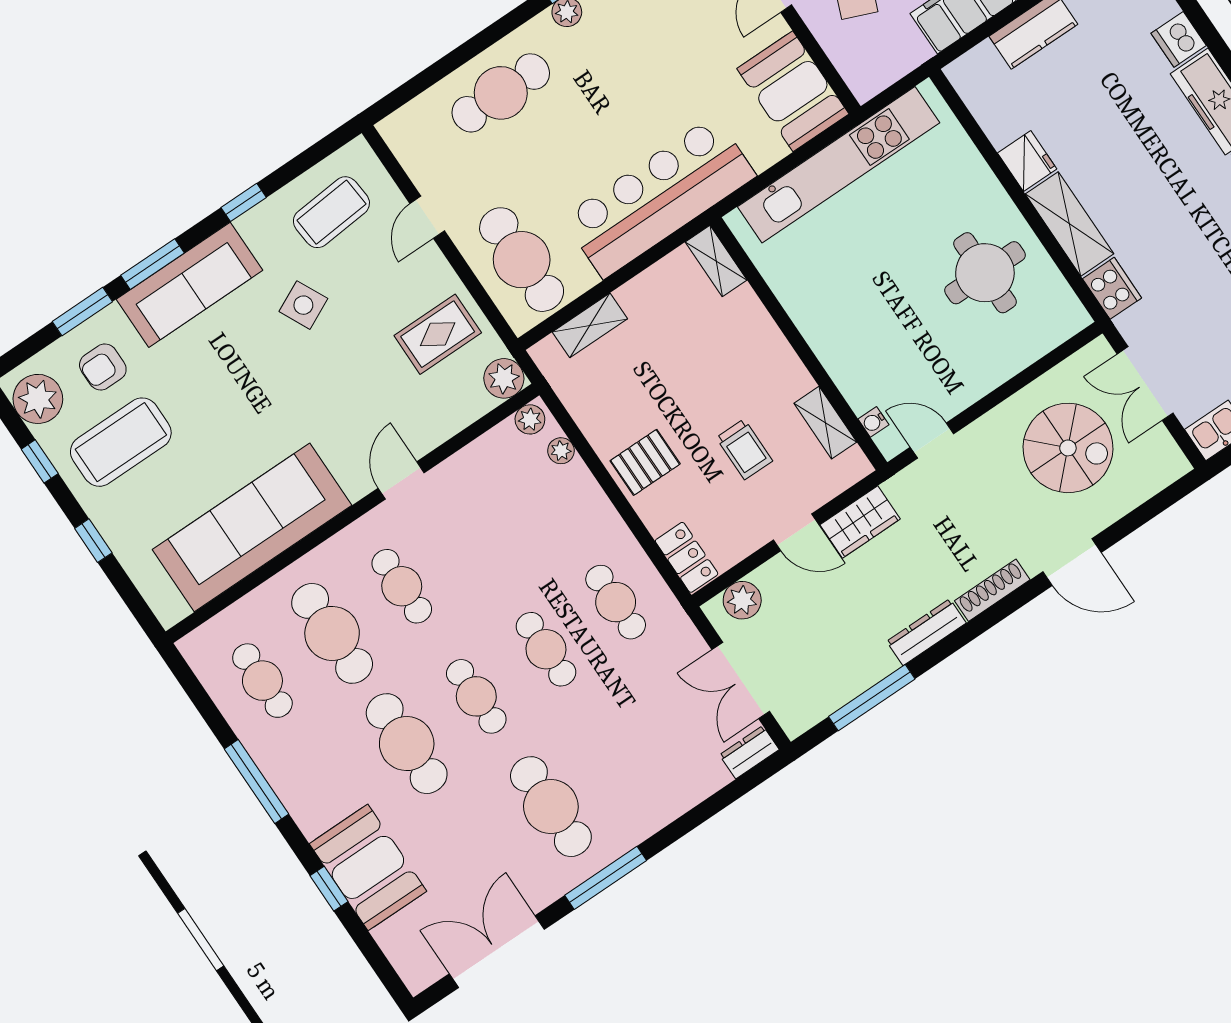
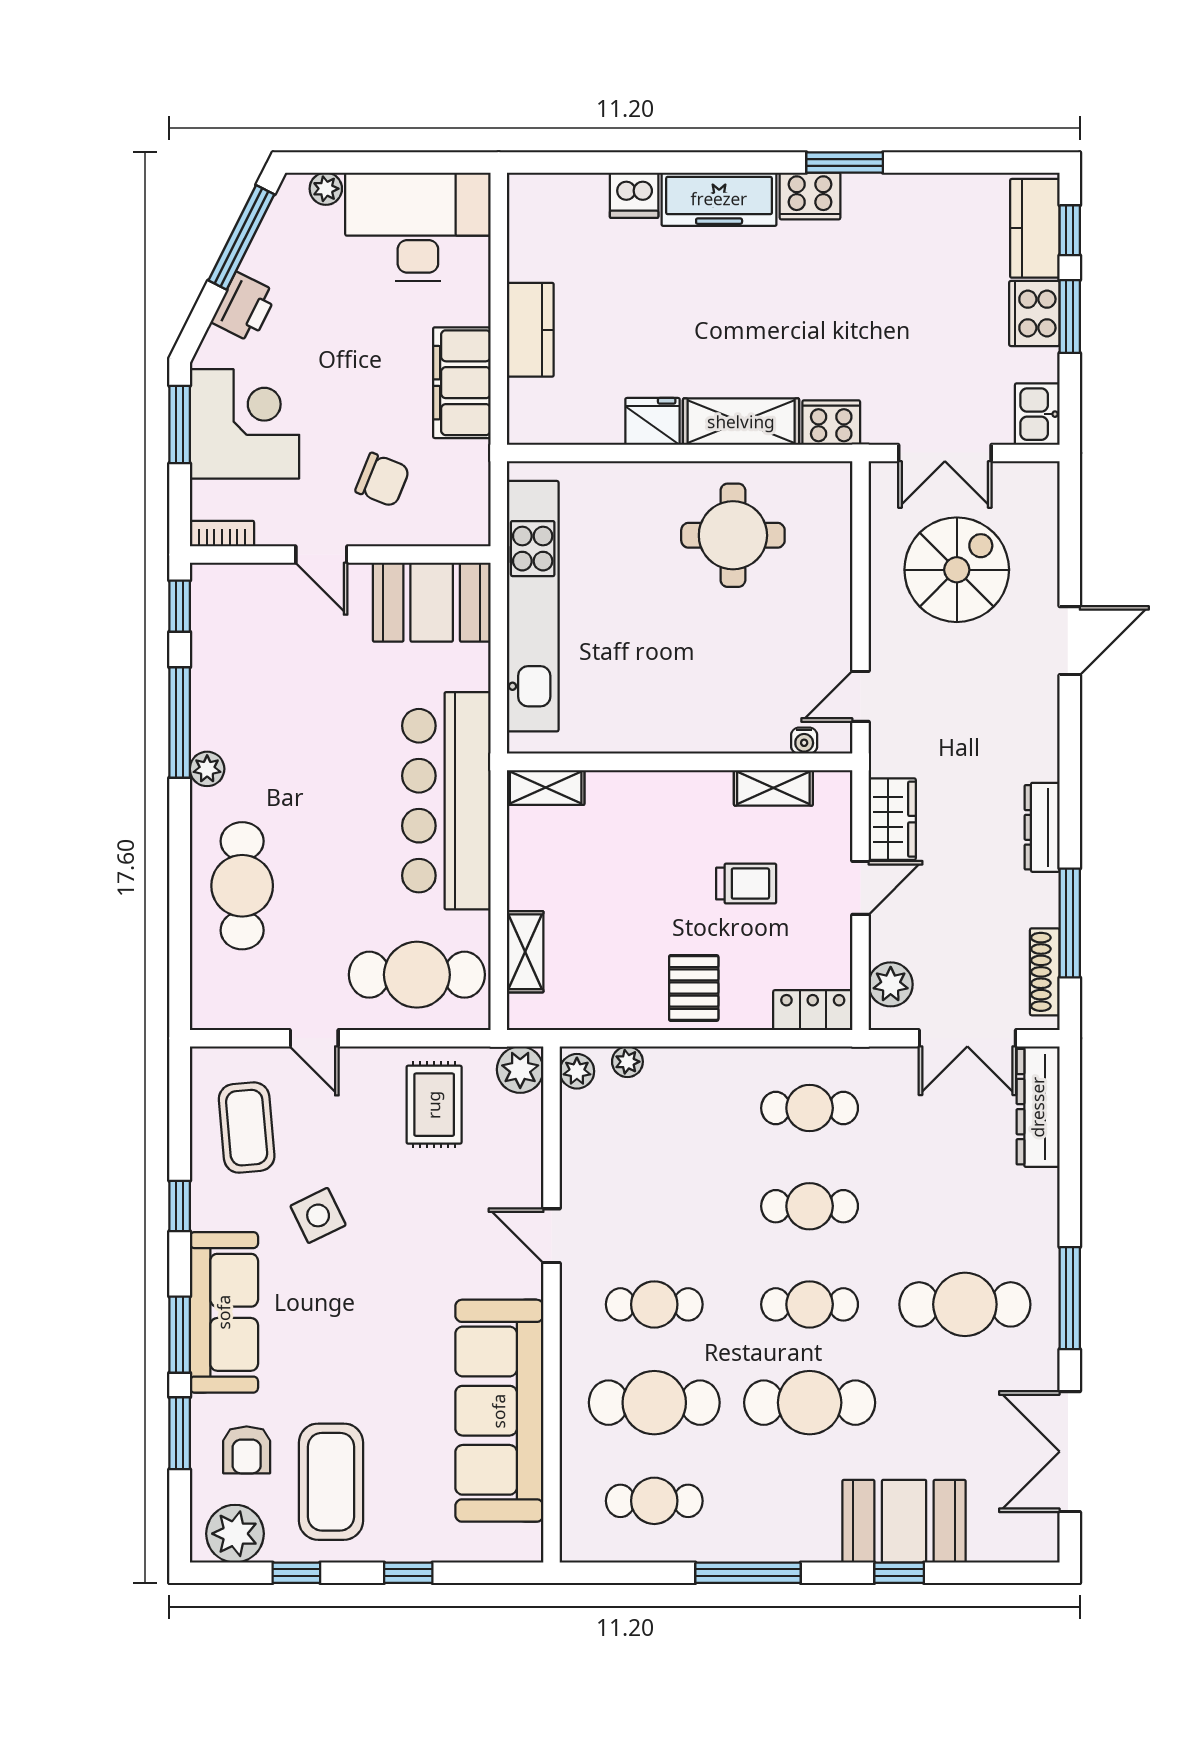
shoe rack: (992, 590) -> (1045, 972), moved
dresser: (749, 752) -> (1038, 1107), width x1.96, depth x1.24

